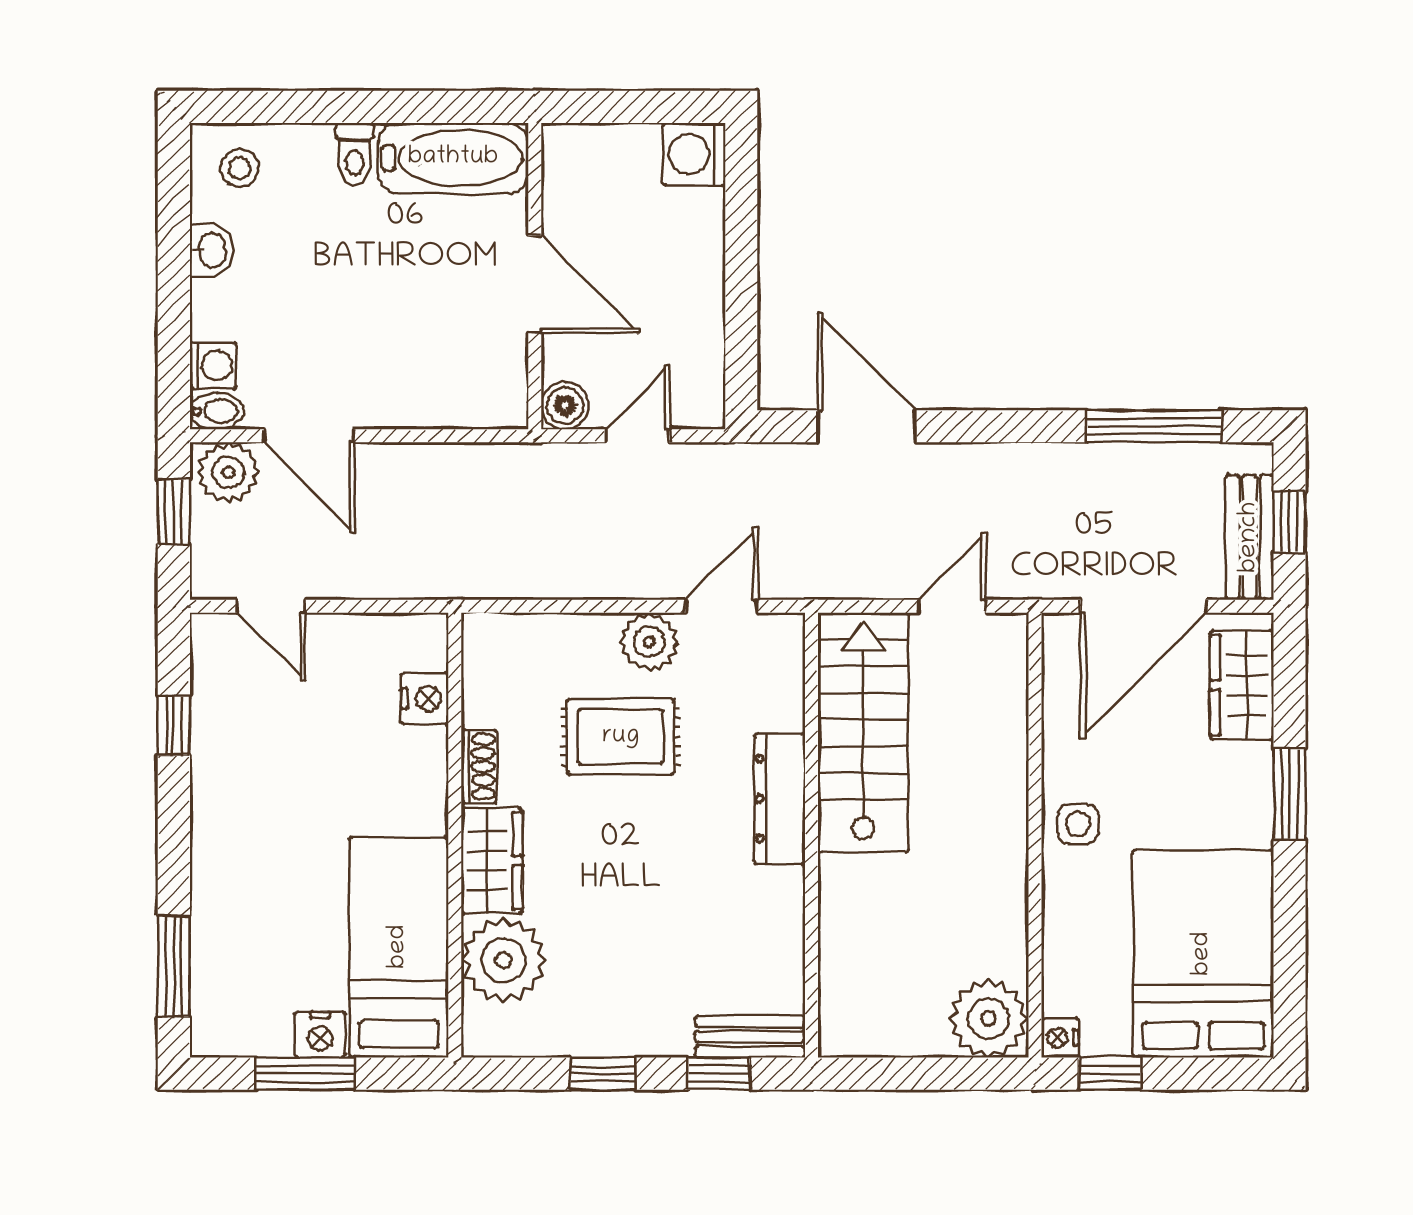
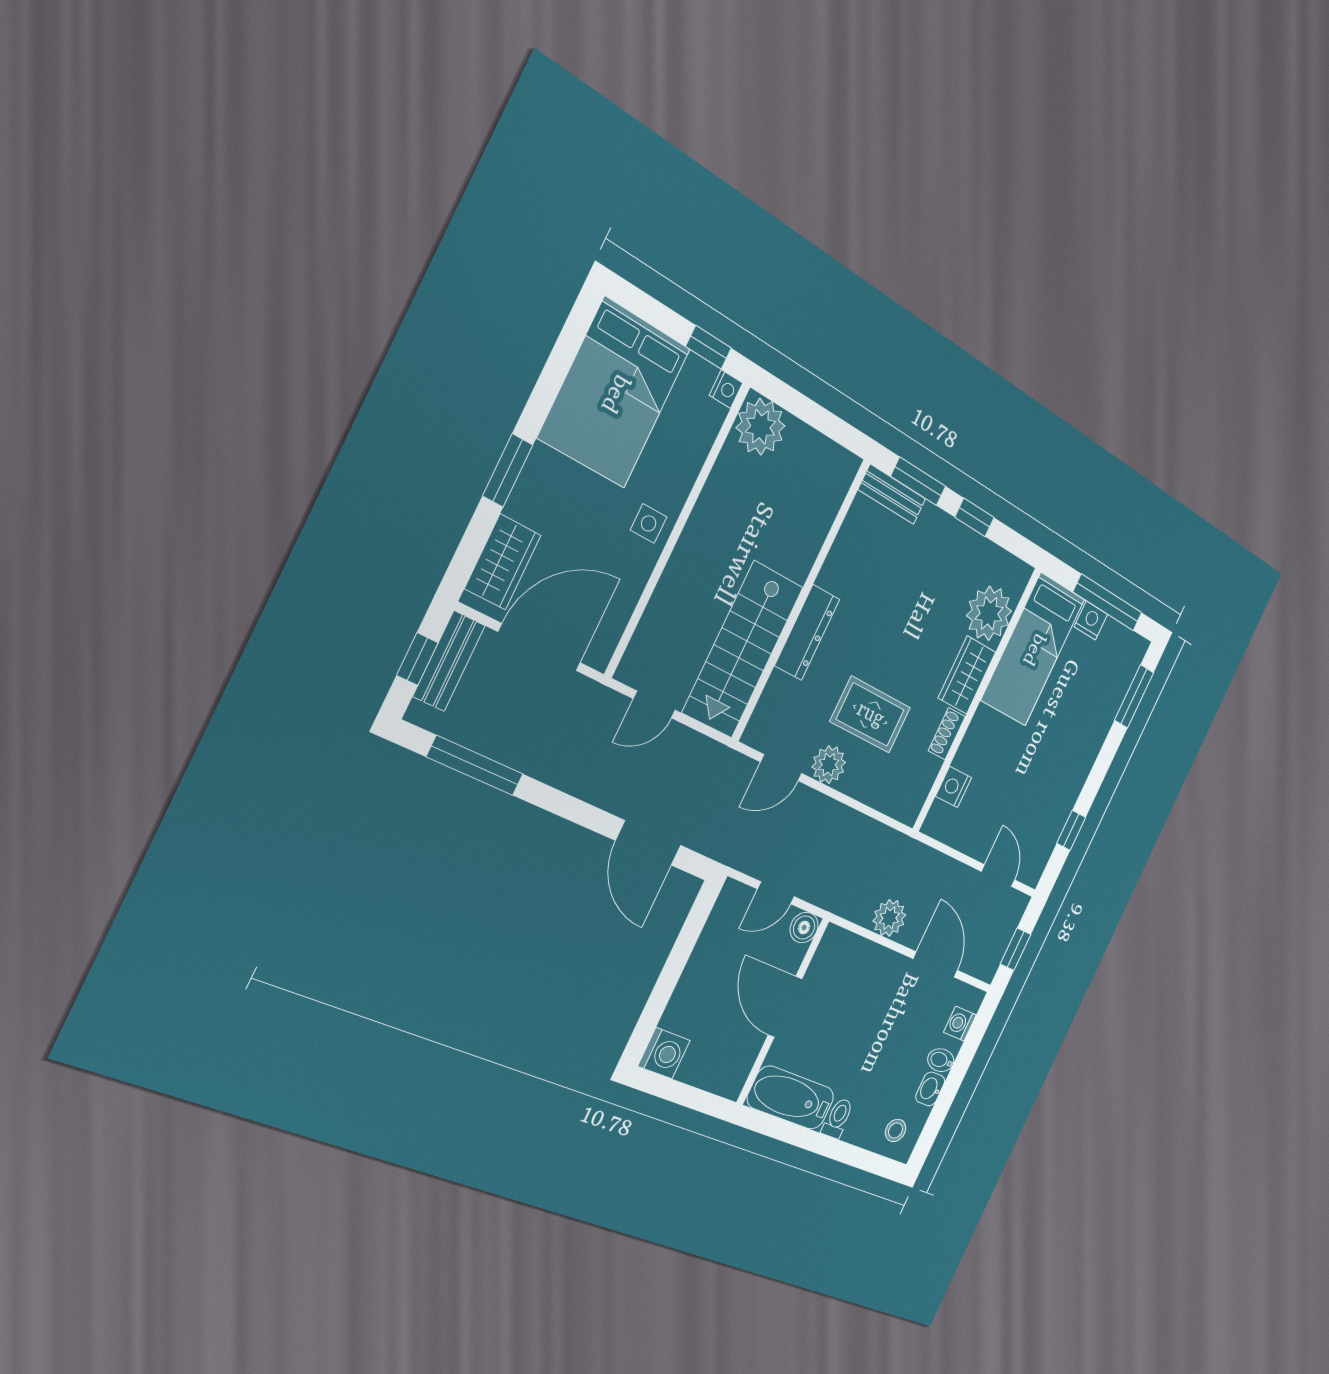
bidet: (217, 411) -> (941, 1060), moved
plant: (228, 472) -> (889, 918), moved
window: (305, 1074) -> (1108, 602), width x1.44
window: (719, 1074) -> (918, 481), width x1.50

